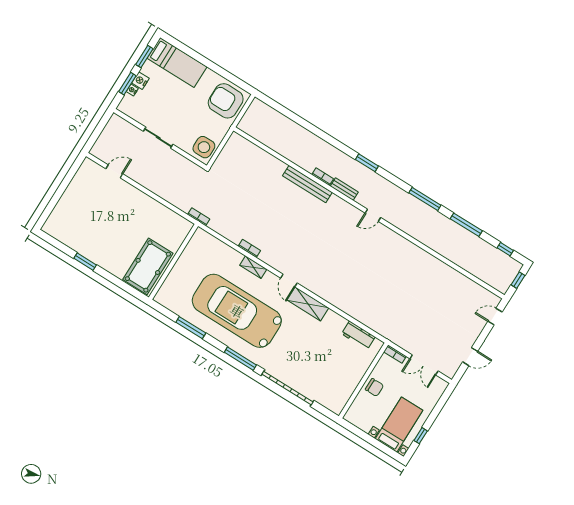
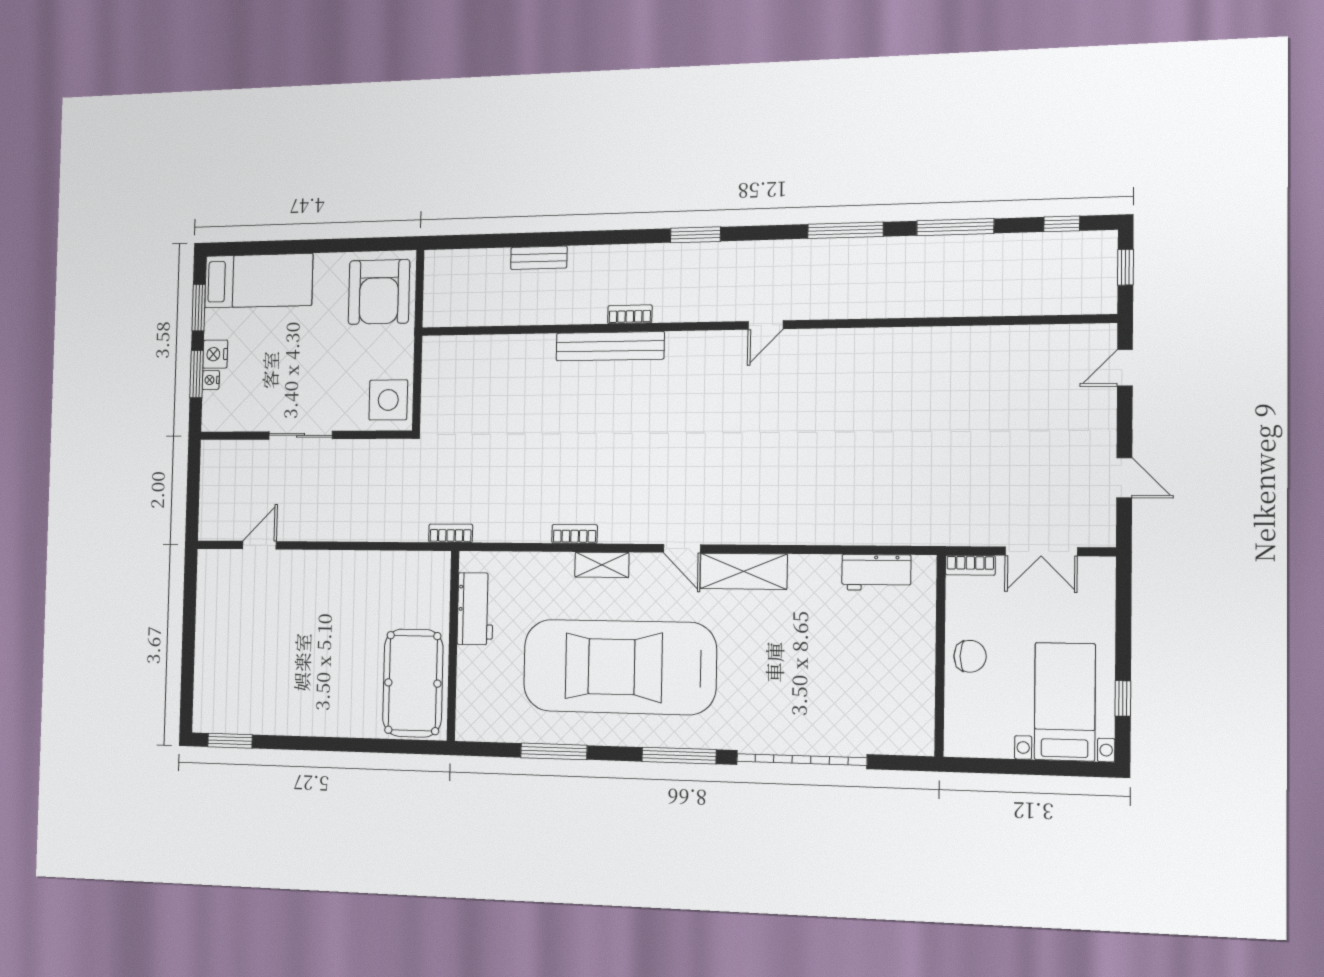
armchair: (226, 101) -> (379, 292), turned -90
bench: (344, 189) -> (539, 258), moved
workbench: (191, 253) -> (475, 609), added
window: (85, 262) -> (230, 741), moved
door: (470, 357) -> (1124, 478), hinge flipped

